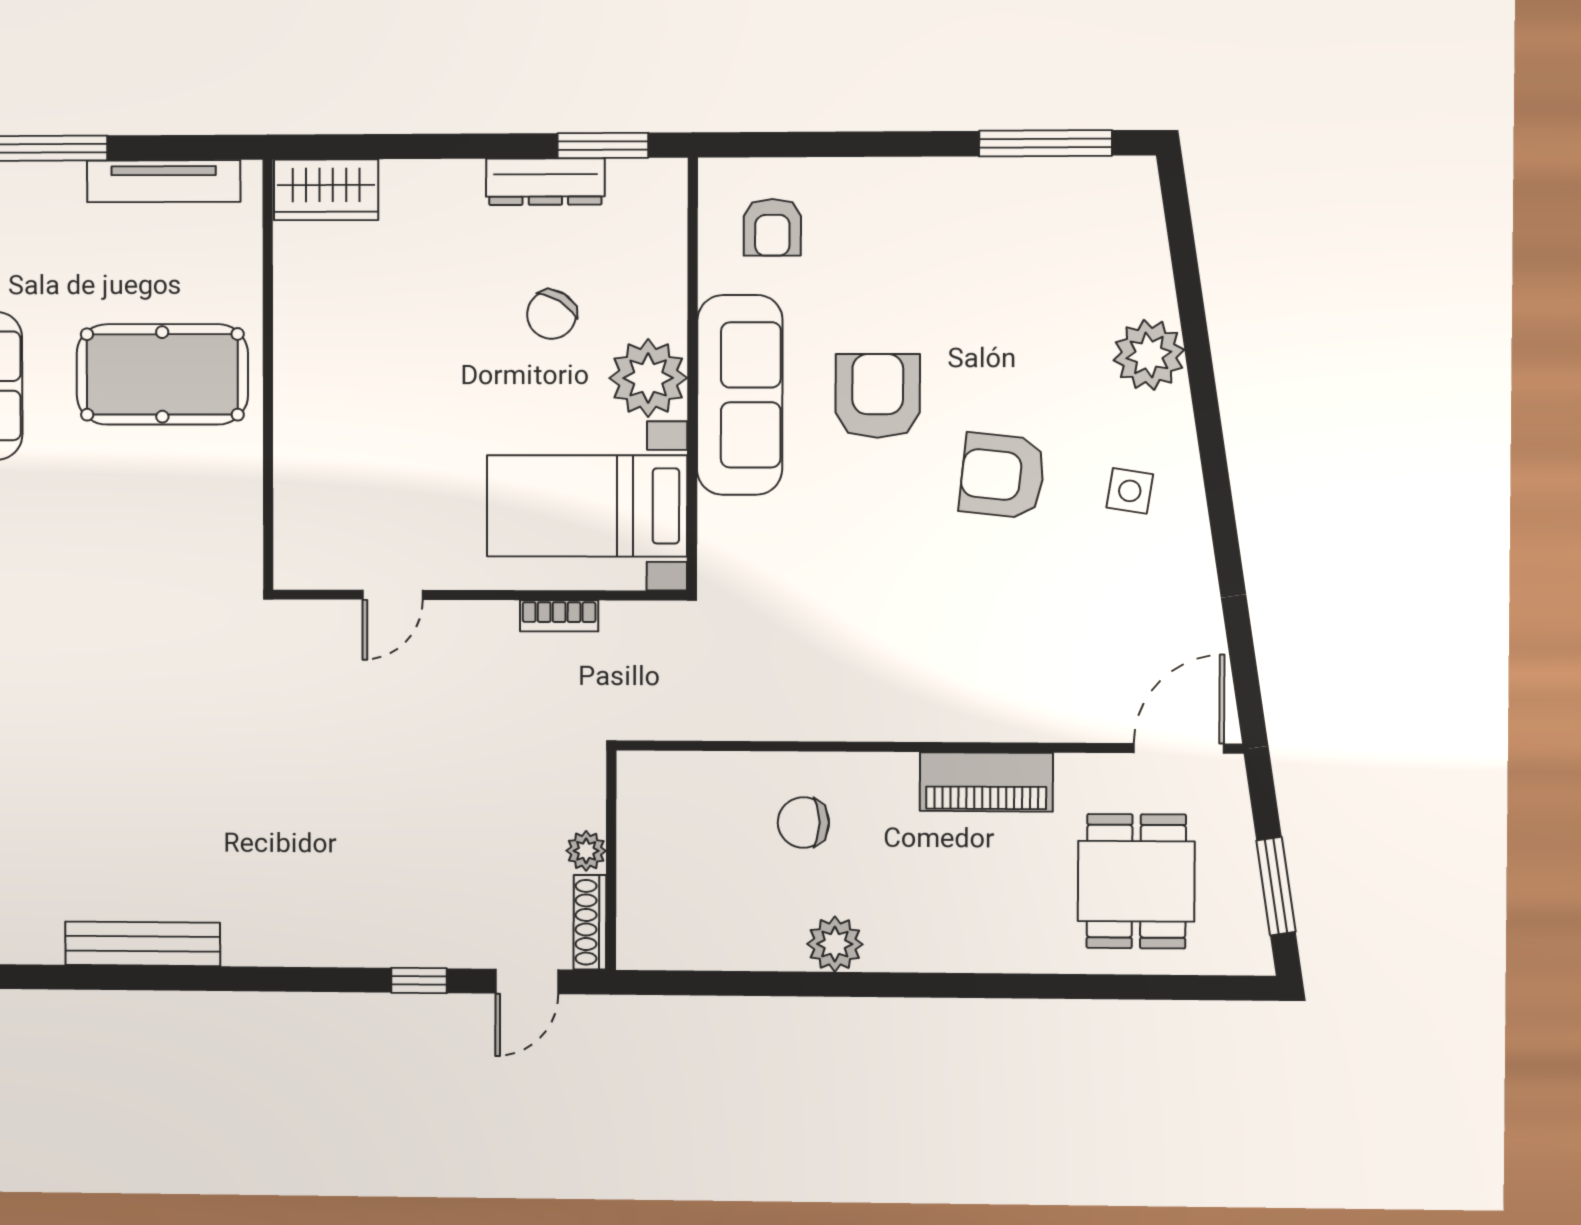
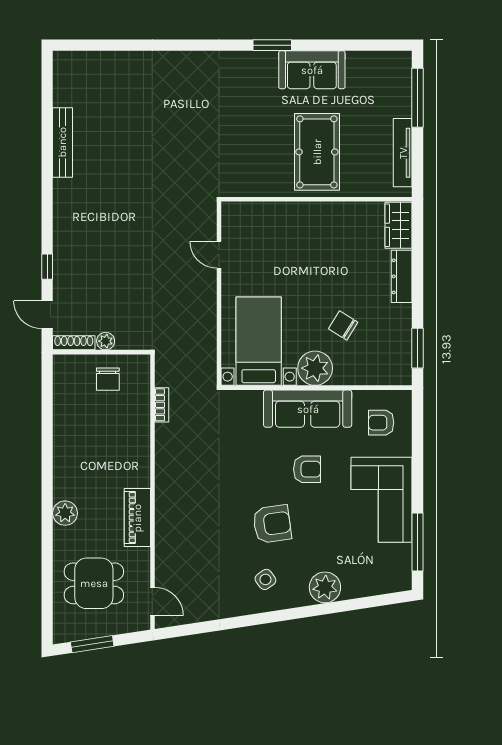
dresser: (545, 182) -> (402, 276), moved
corner sofa: (948, 226) -> (382, 500), added
armchair: (878, 396) -> (307, 469), width x0.72, depth x0.72
armchair: (1002, 476) -> (272, 524), turned 76
side table: (1130, 491) -> (265, 579), turned 45
bookcase: (559, 616) -> (162, 405), moved, turned 180
door: (1179, 748) -> (152, 602), width x0.73
chair: (803, 822) -> (108, 379), moved, turned 180
plant: (835, 944) -> (65, 513), moved

